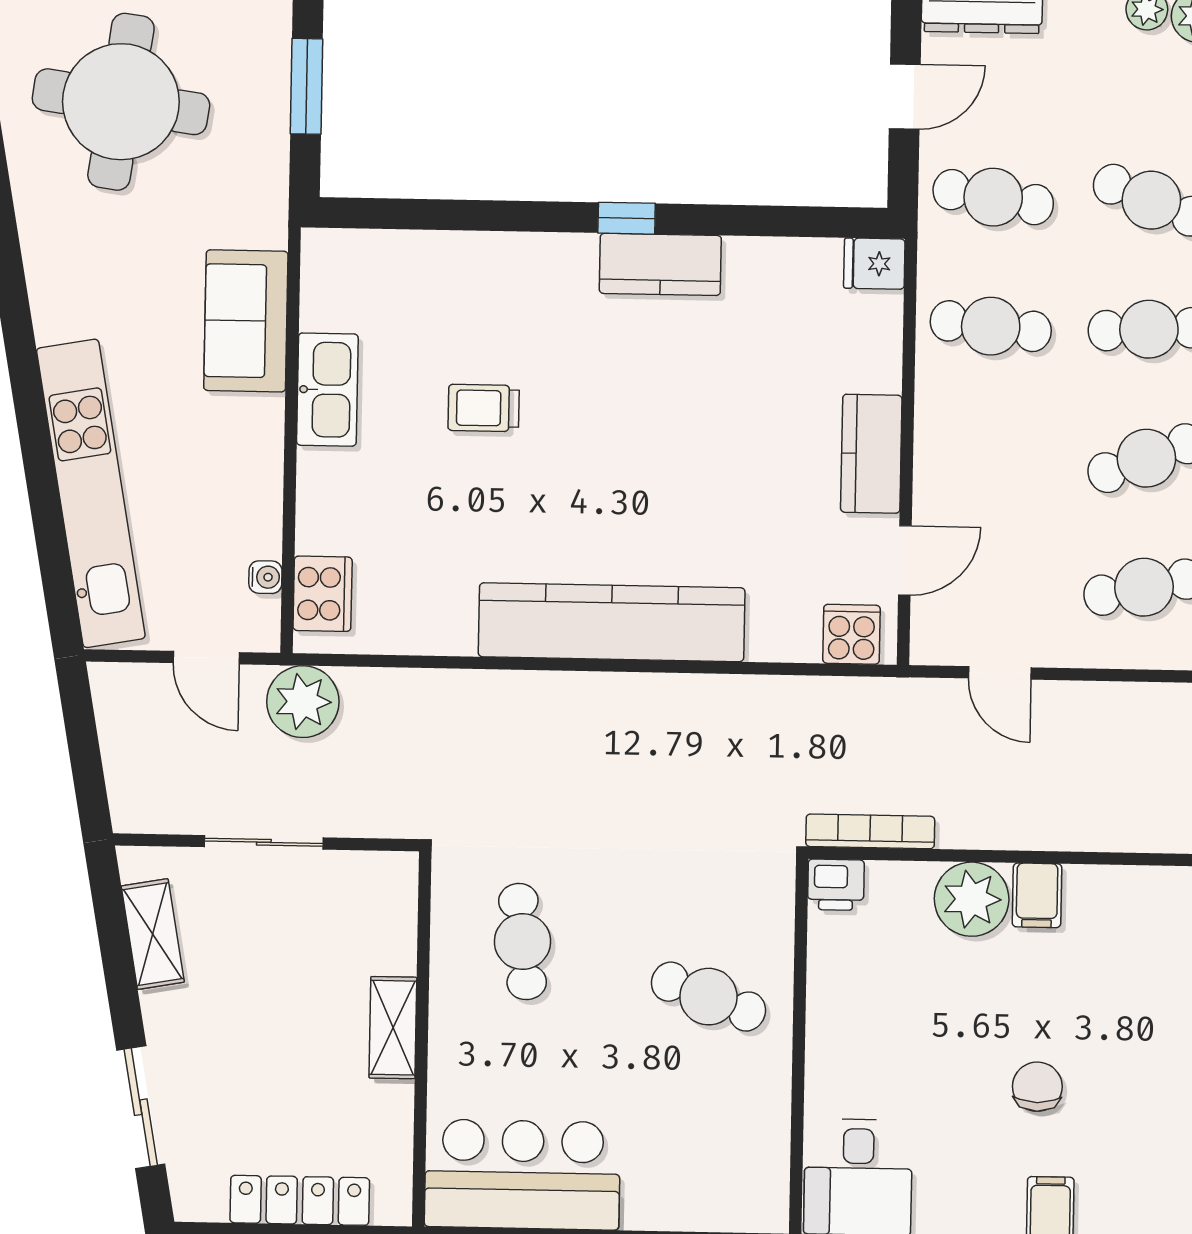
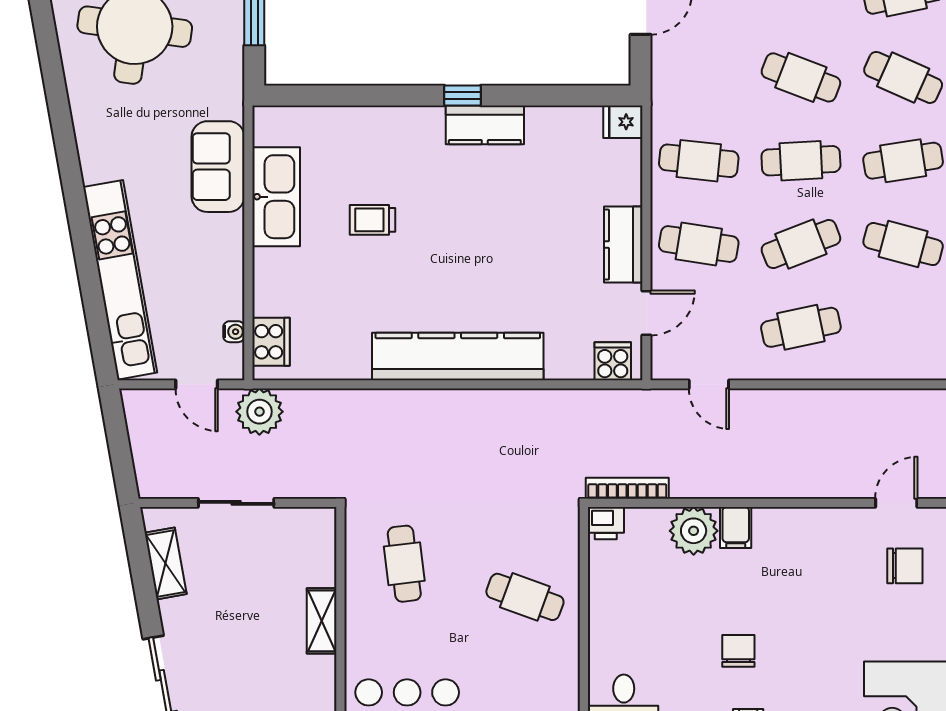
cafe table: (993, 197) -> (699, 244), moved
kitchen sink: (327, 390) -> (276, 197), width x1.36, depth x1.24

